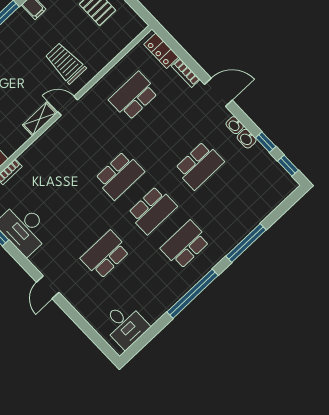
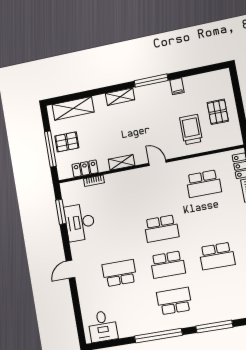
trolley: (65, 63) -> (191, 129), moved
school desk: (134, 96) -> (204, 184), turned 180
shelving: (40, 119) -> (122, 162), moved

